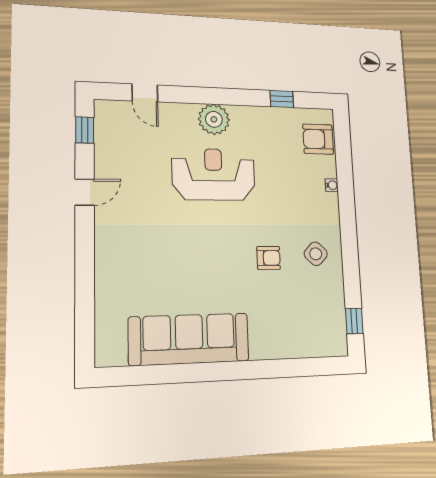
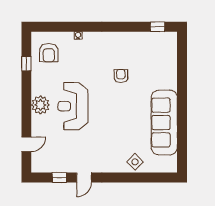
window: (85, 130) -> (59, 178), moved
armchair: (318, 139) -> (49, 53), moved
door: (85, 192) -> (84, 178), swing flipped
side table: (316, 254) -> (135, 162), moved

